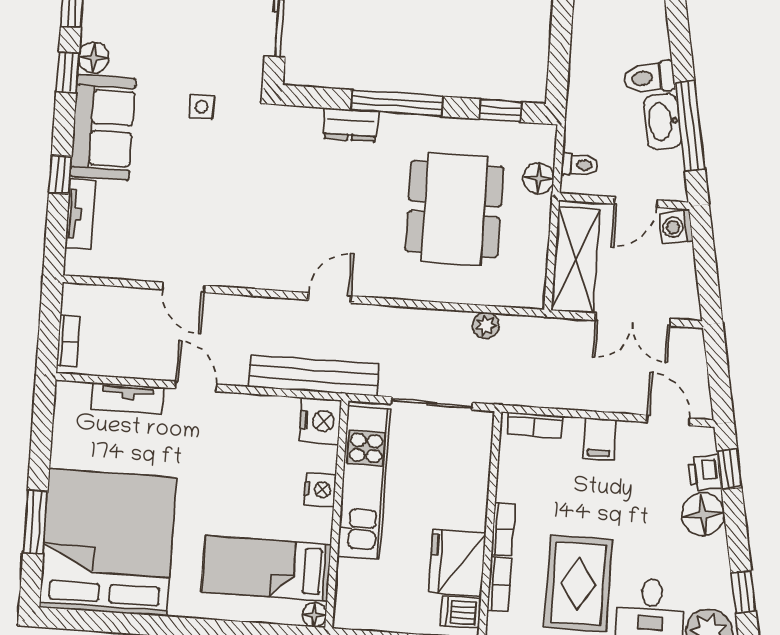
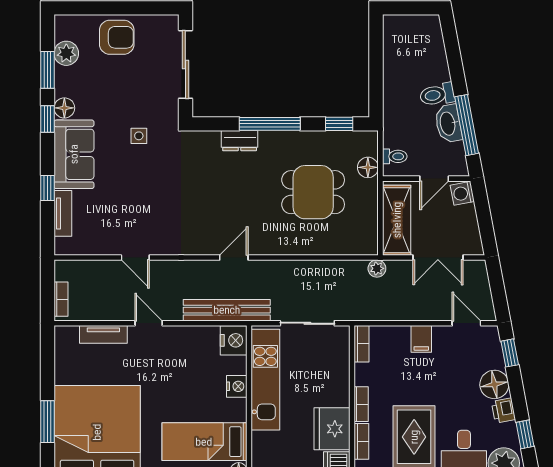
dining table: (454, 209) -> (313, 192), width x0.73
plant: (486, 325) -> (377, 268), moved
bookcase: (535, 425) -> (362, 344), moved, turned -90
printer: (705, 473) -> (503, 411), moved

